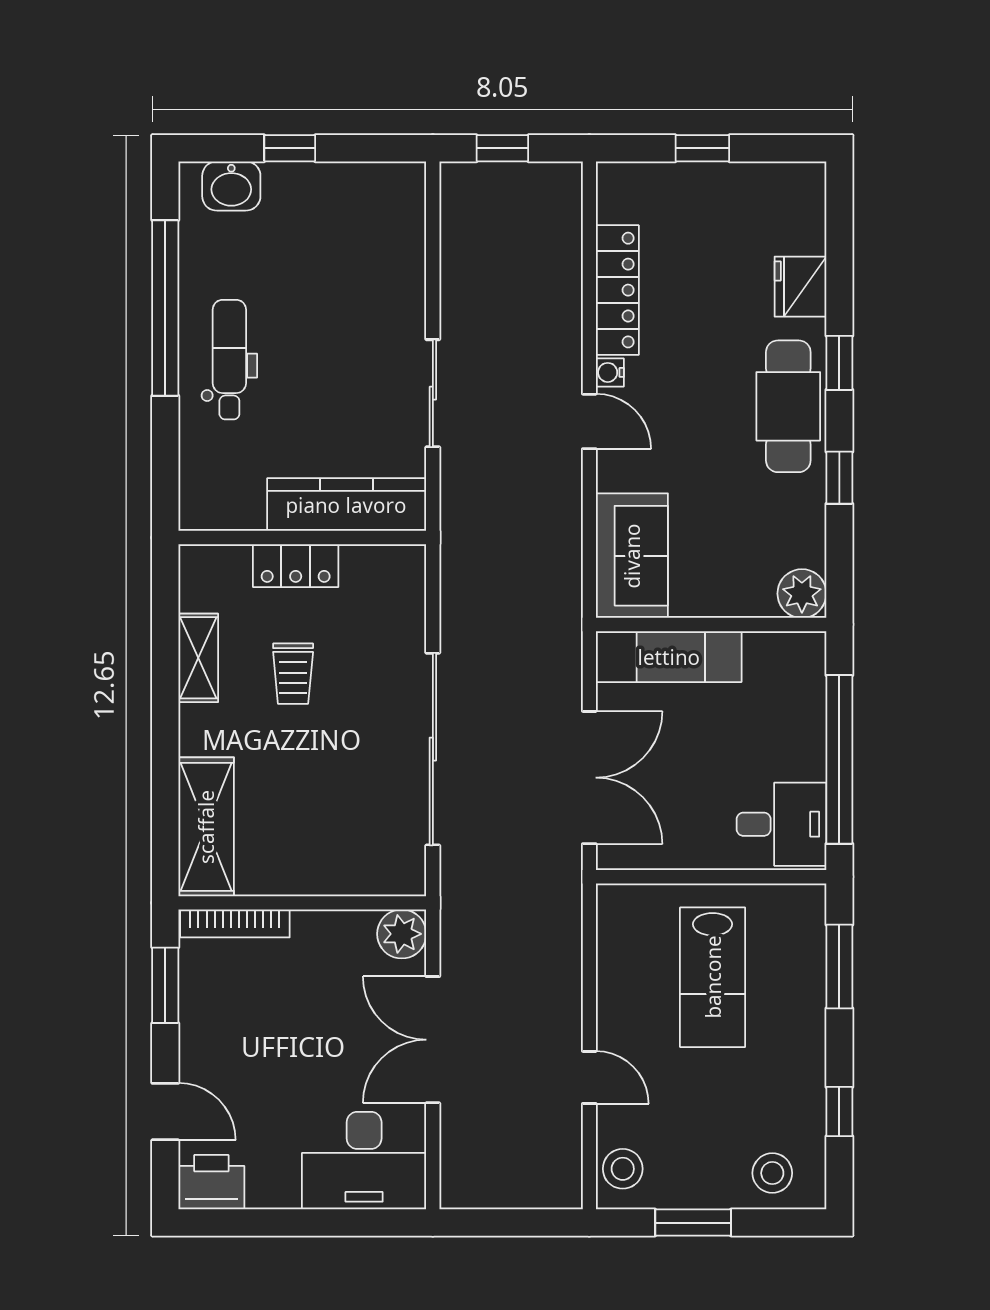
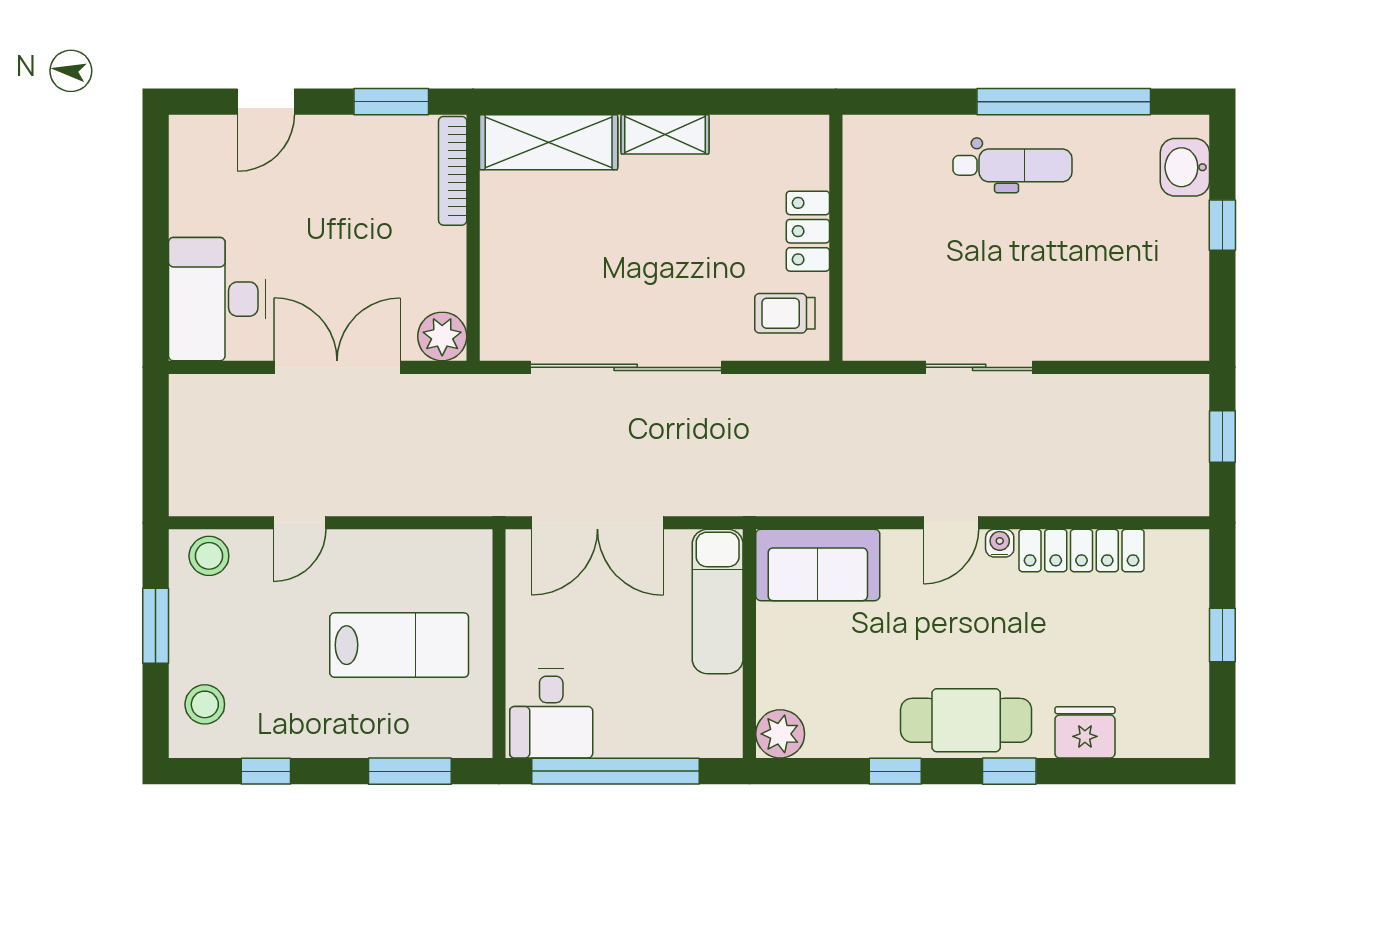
kitchen counter: (346, 505) -> (869, 282), removed
shelving: (198, 658) -> (665, 134), moved
trolley: (293, 674) -> (785, 313), moved
lab bench: (713, 977) -> (399, 645), turned 180
printer: (211, 1182) -> (196, 147), removed

